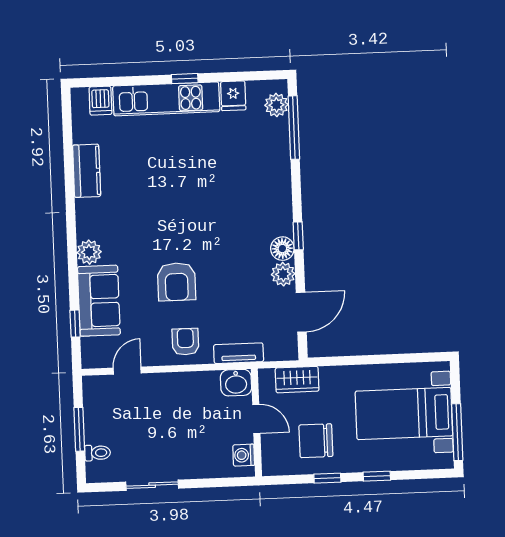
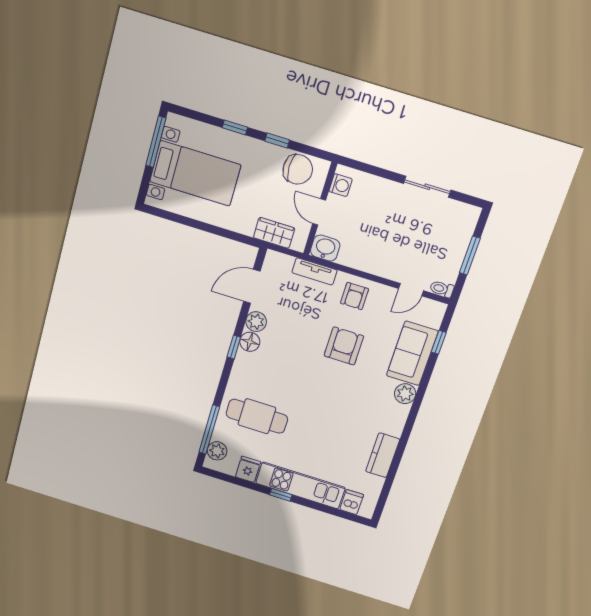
cafe table: (245, 164) -> (257, 416), added
chair: (316, 441) -> (298, 169), moved
toilet: (98, 453) -> (442, 289), moved

